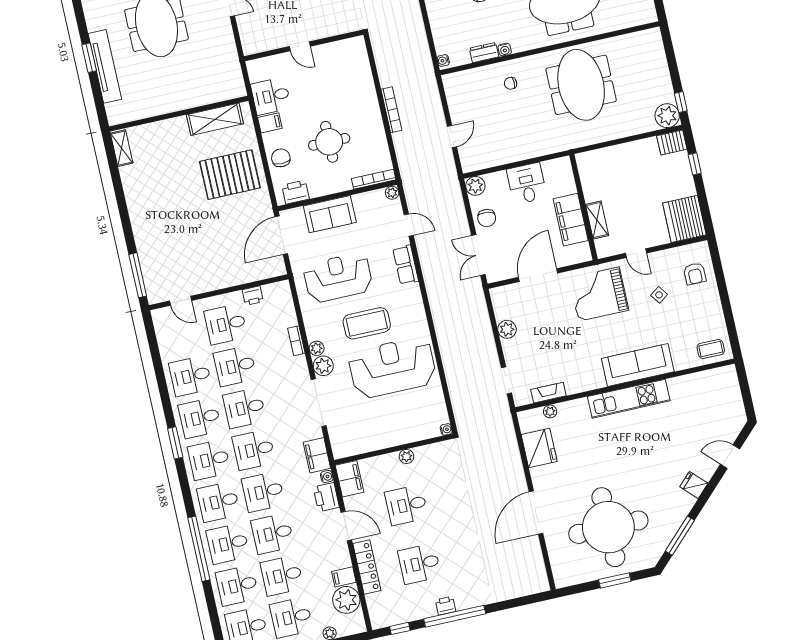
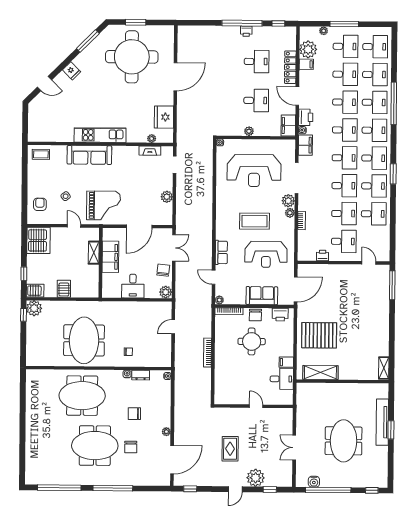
server rack: (629, 155) -> (64, 289), added
chair: (281, 158) -> (255, 315), moved
reception desk: (392, 368) -> (254, 171), moved

